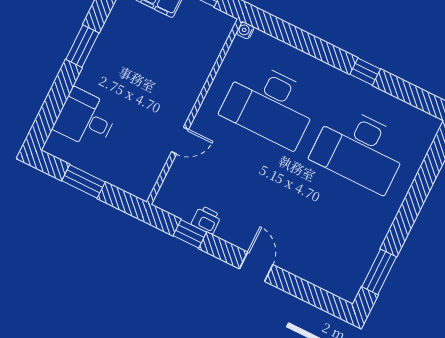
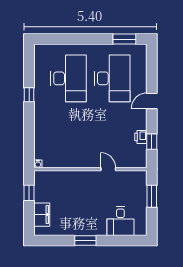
desk: (270, 105) -> (112, 78), moved
window: (83, 181) -> (152, 196), moved

